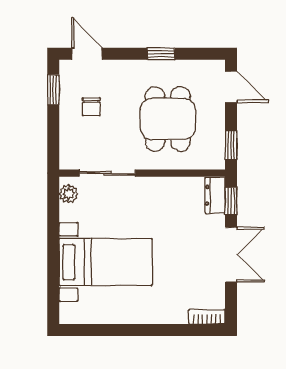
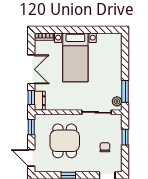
window: (53, 90) -> (125, 137), moved
window: (53, 213) -> (125, 91), added
double door: (231, 255) -> (31, 69), swing flipped
bed with nightstands: (106, 262) -> (75, 57), moved, turned -90

